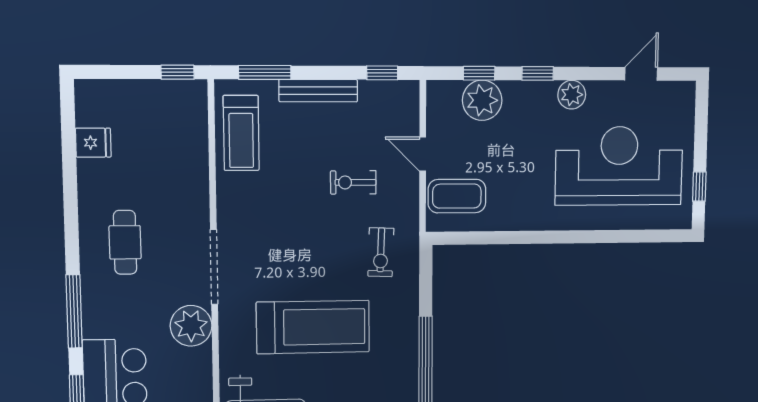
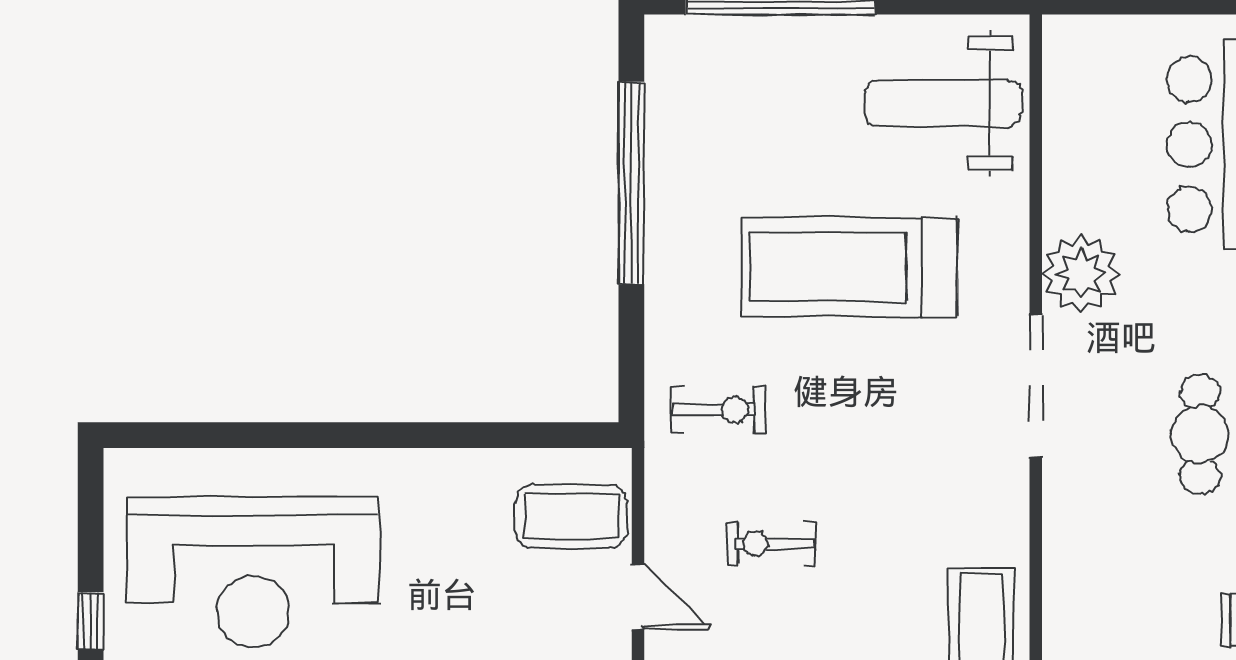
exercise bike: (353, 182) -> (771, 544), turned 180
window: (699, 187) -> (91, 621), moved
exercise bike: (381, 252) -> (718, 410), turned 88

